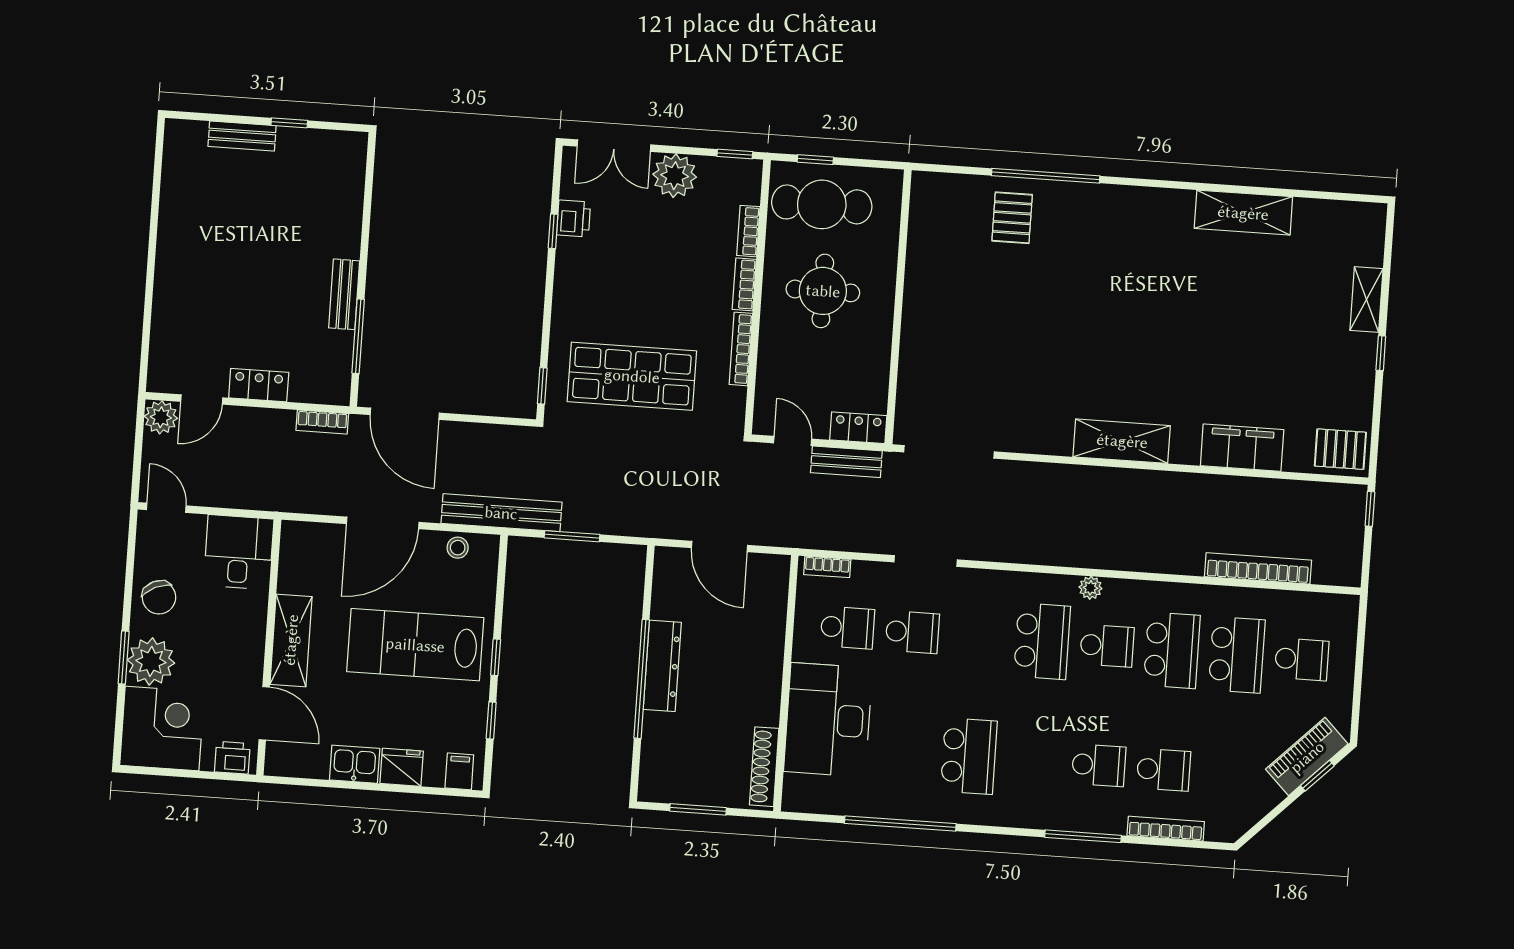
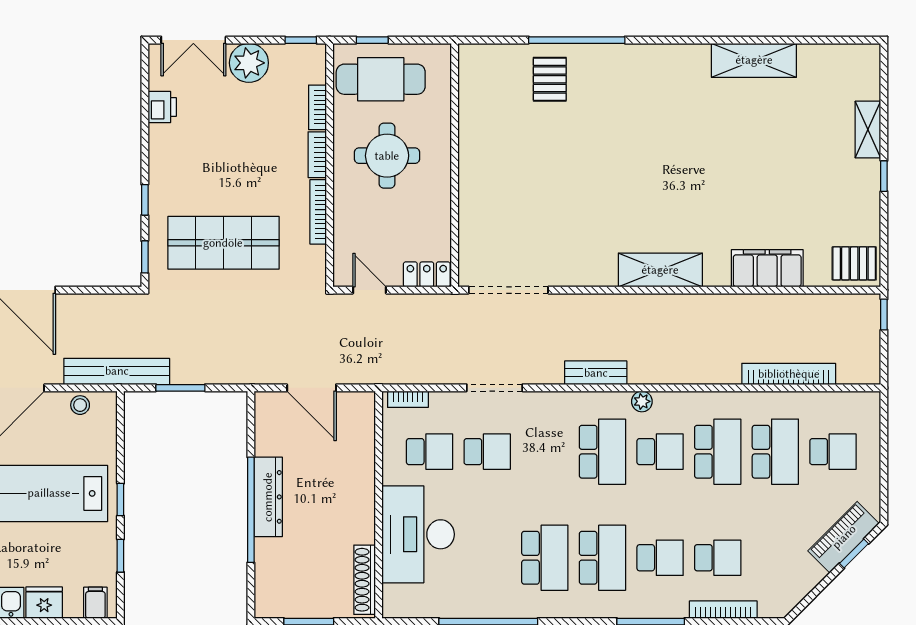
window: (553, 231) -> (145, 200), moved
bench: (846, 462) -> (596, 373), moved
school desk: (1034, 761) -> (602, 558), added

